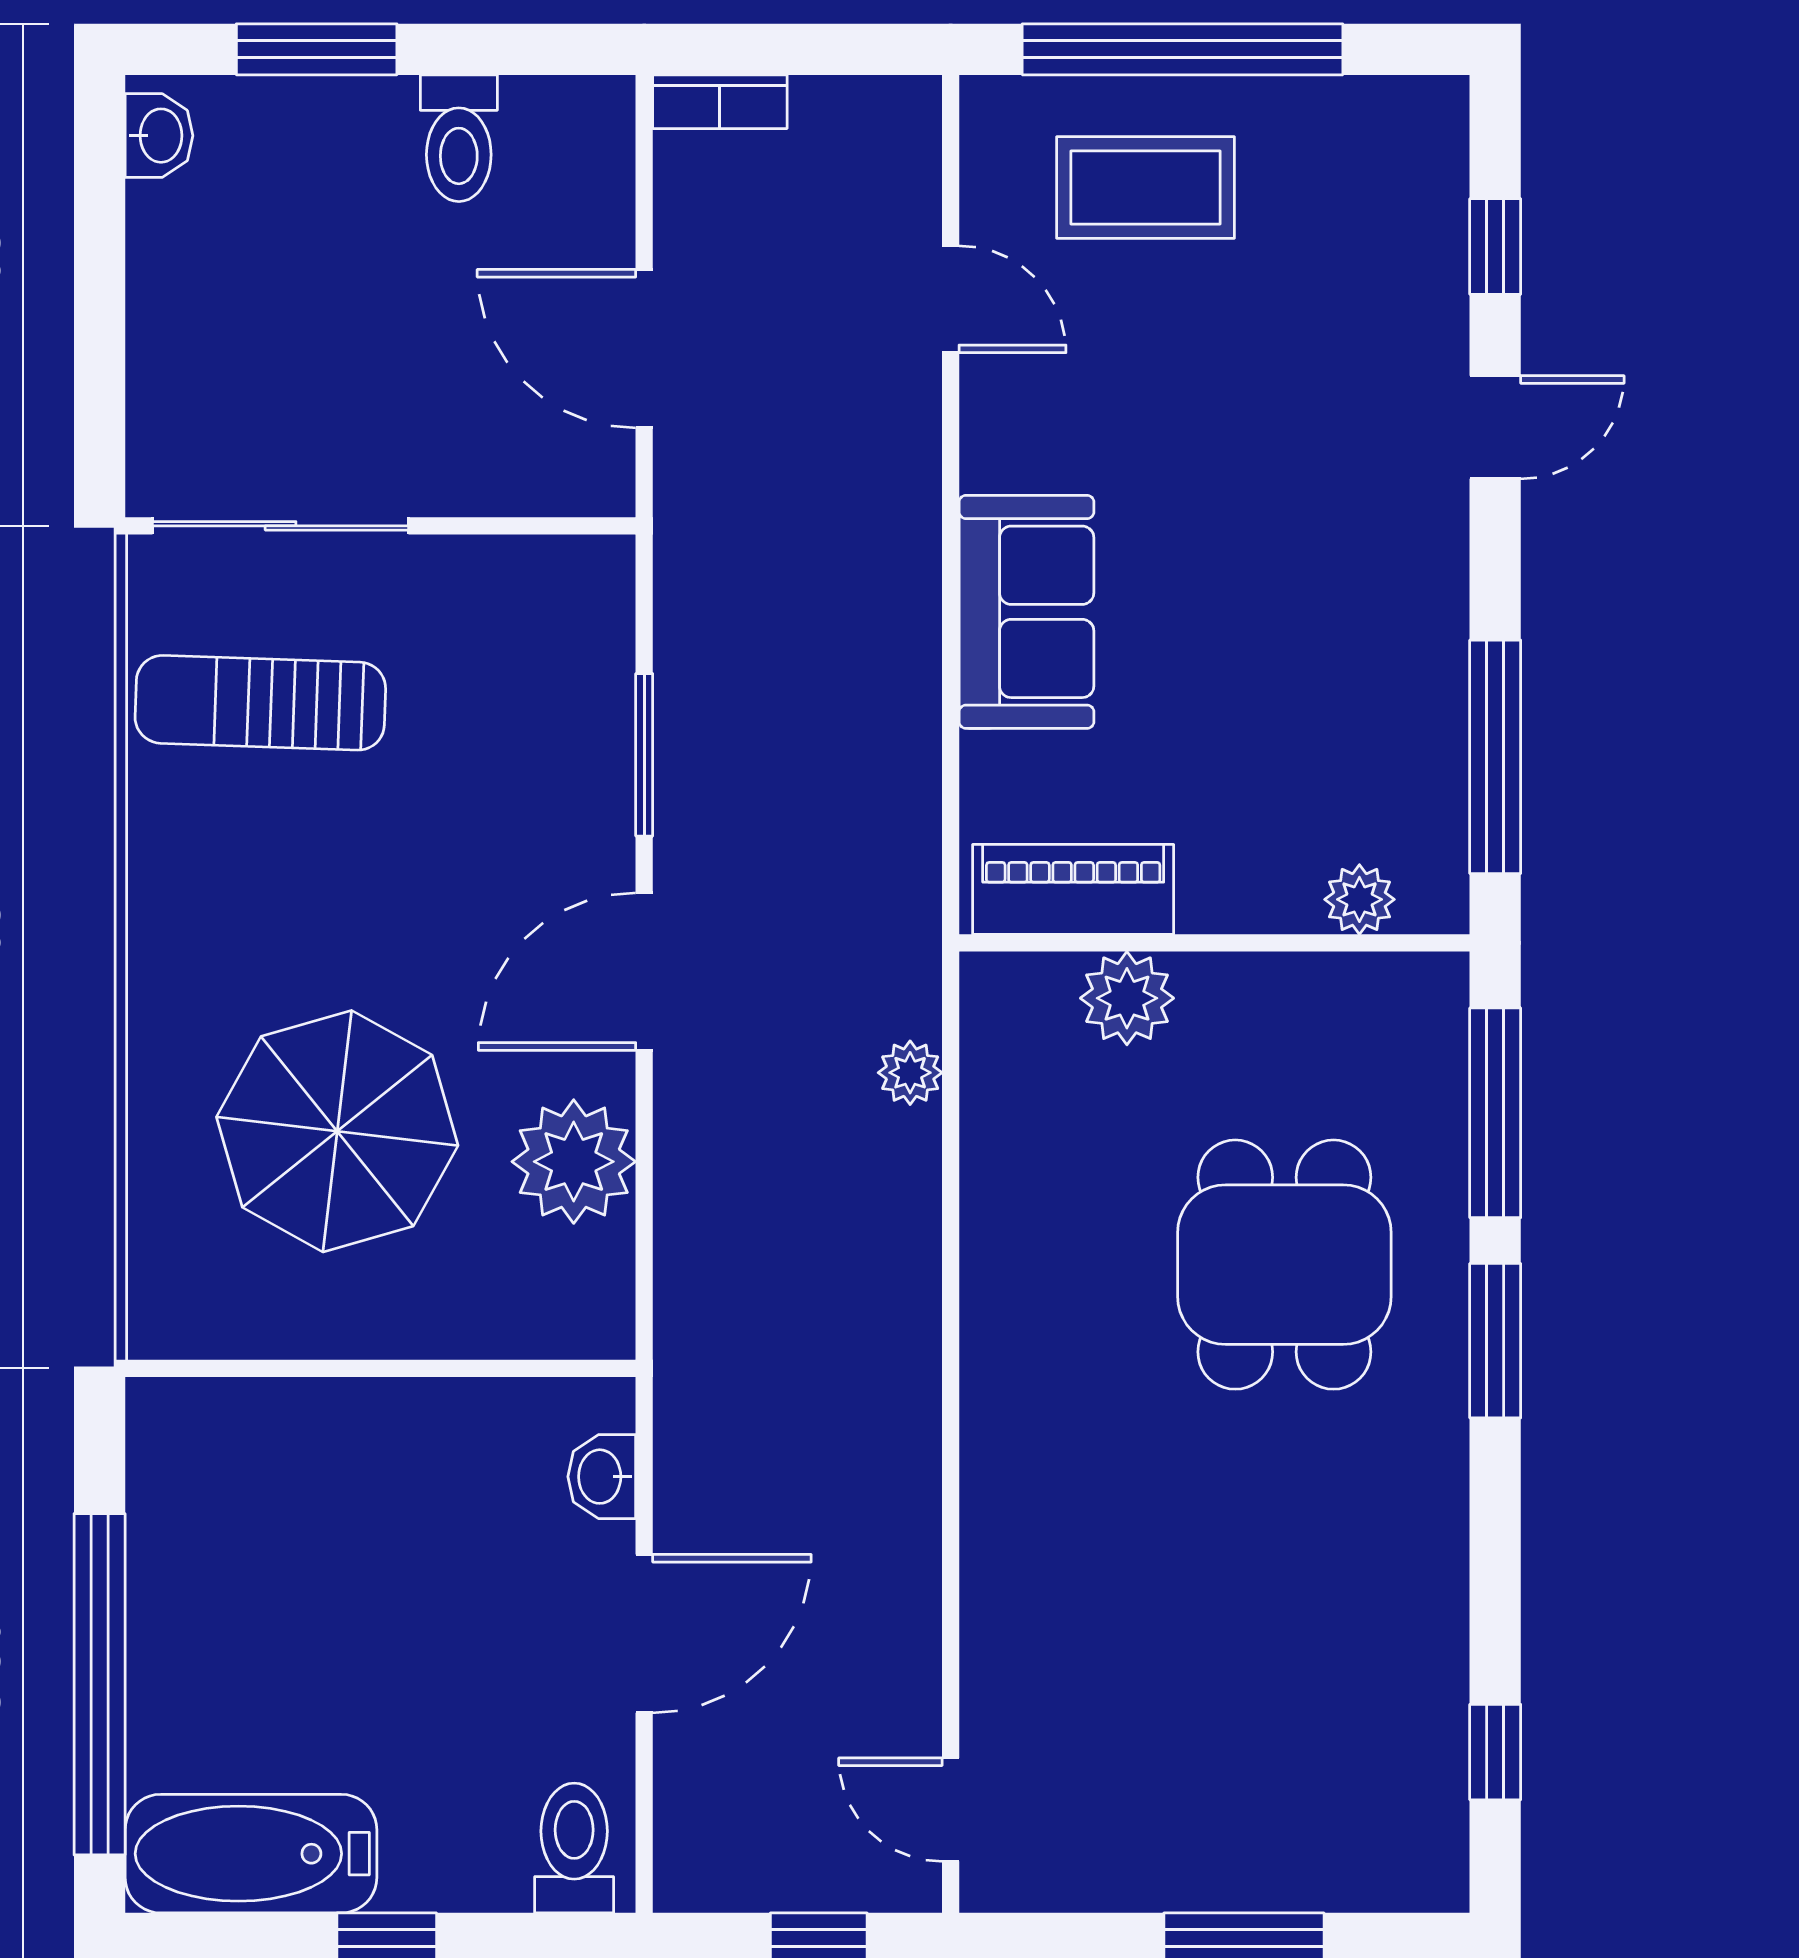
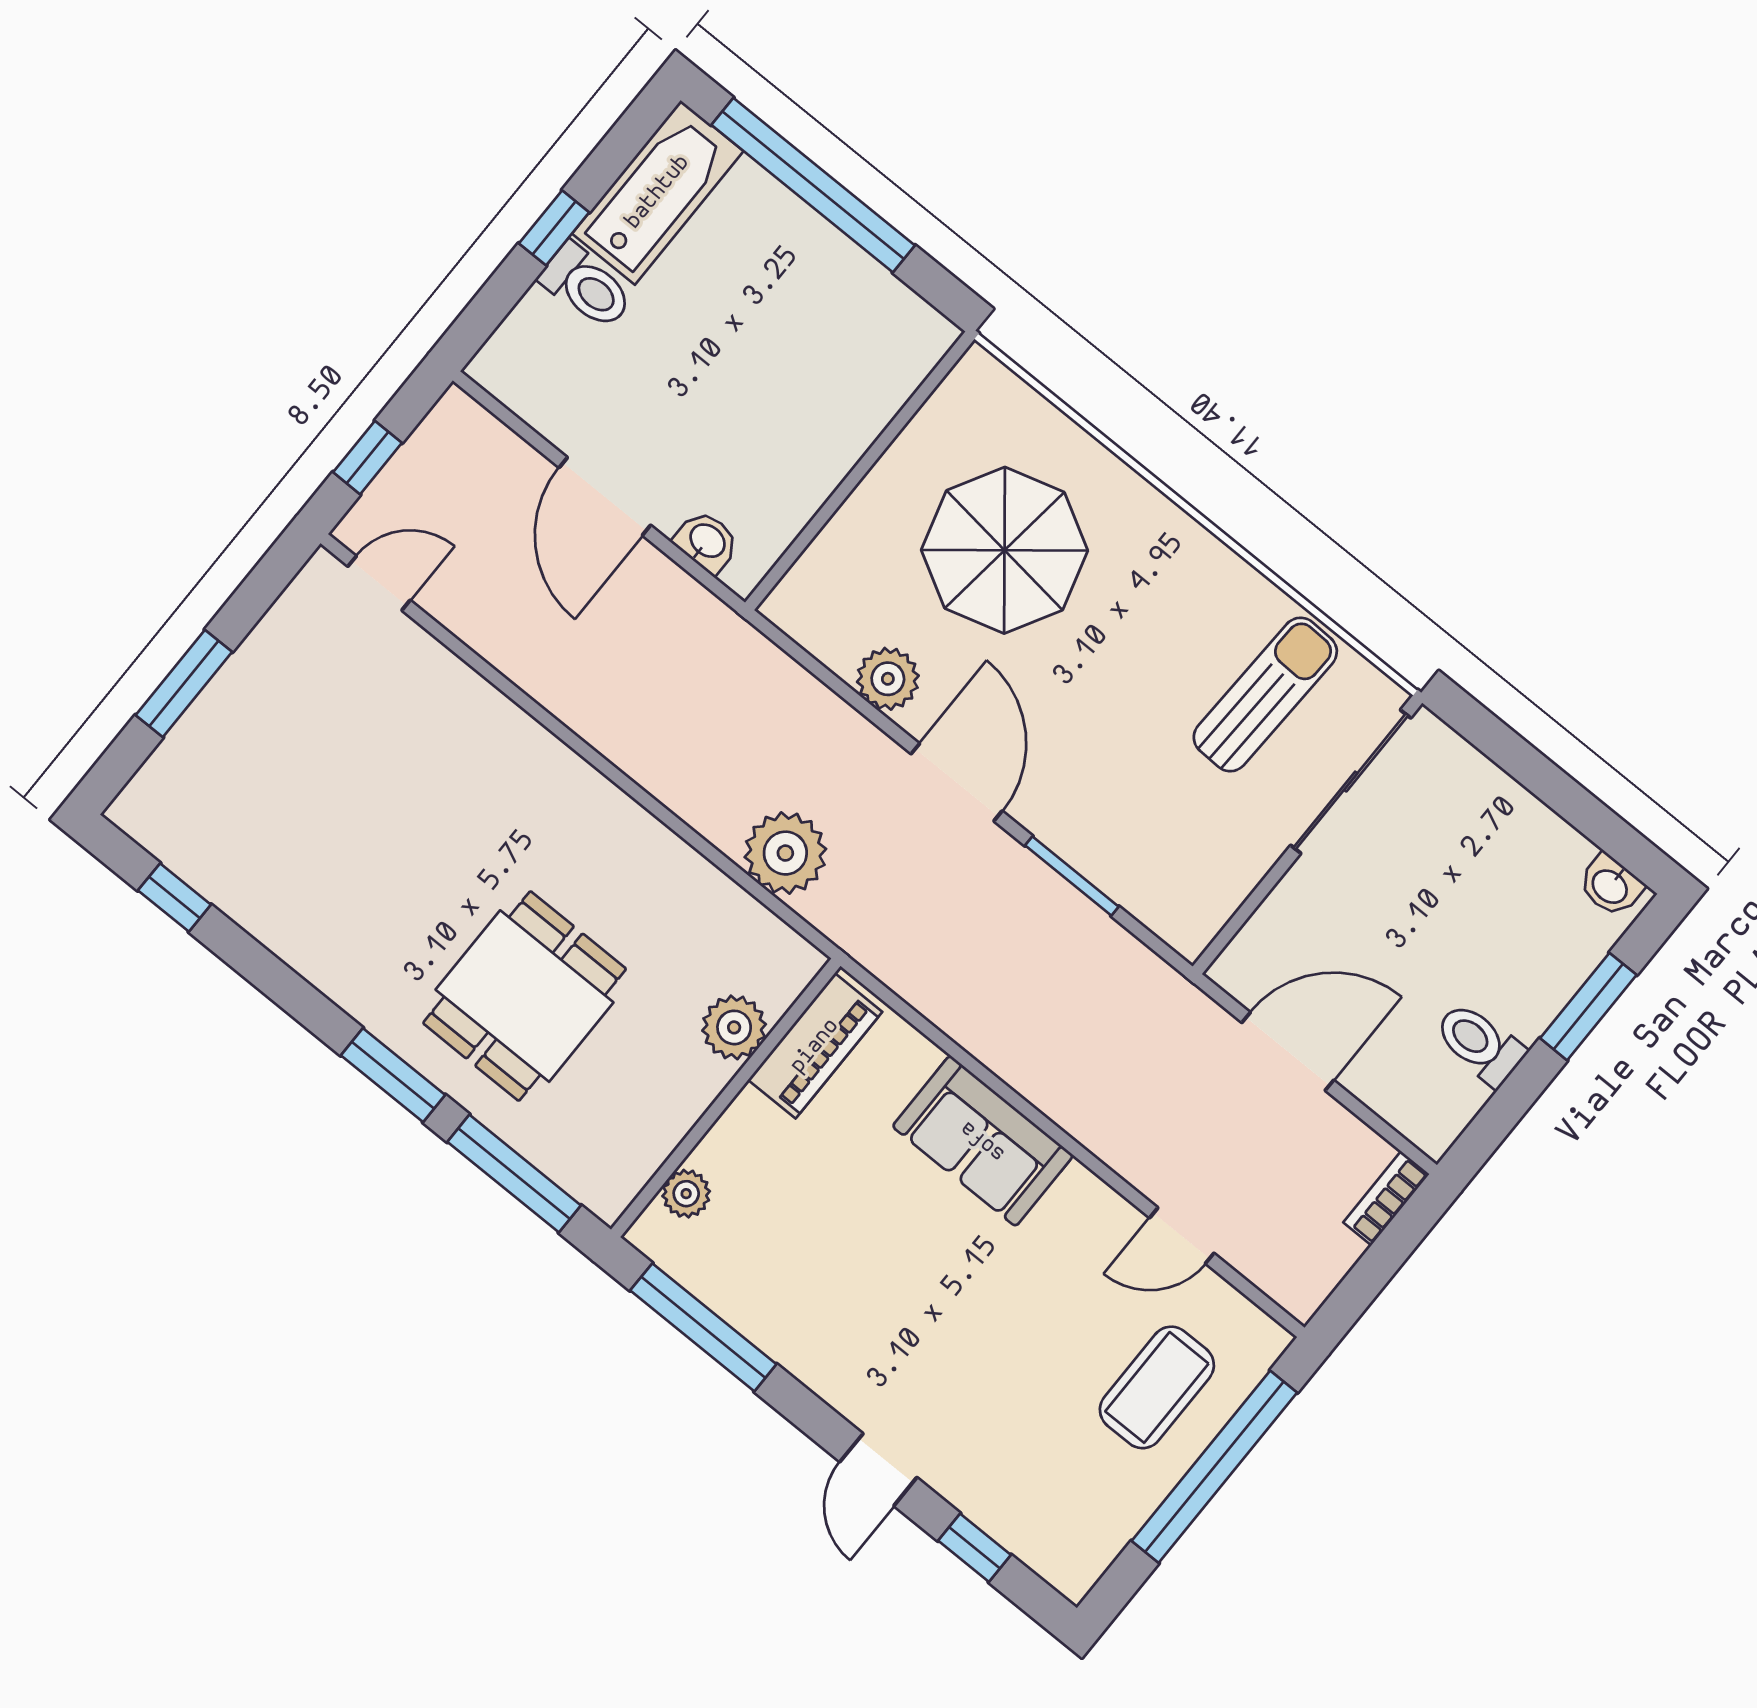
plant: (910, 1073) -> (785, 853), width x1.87, depth x1.87
plant: (574, 1162) -> (888, 679), width x0.73, depth x0.73
dining table: (1284, 1265) -> (525, 996), turned 90
toilet: (574, 1848) -> (586, 286), moved

